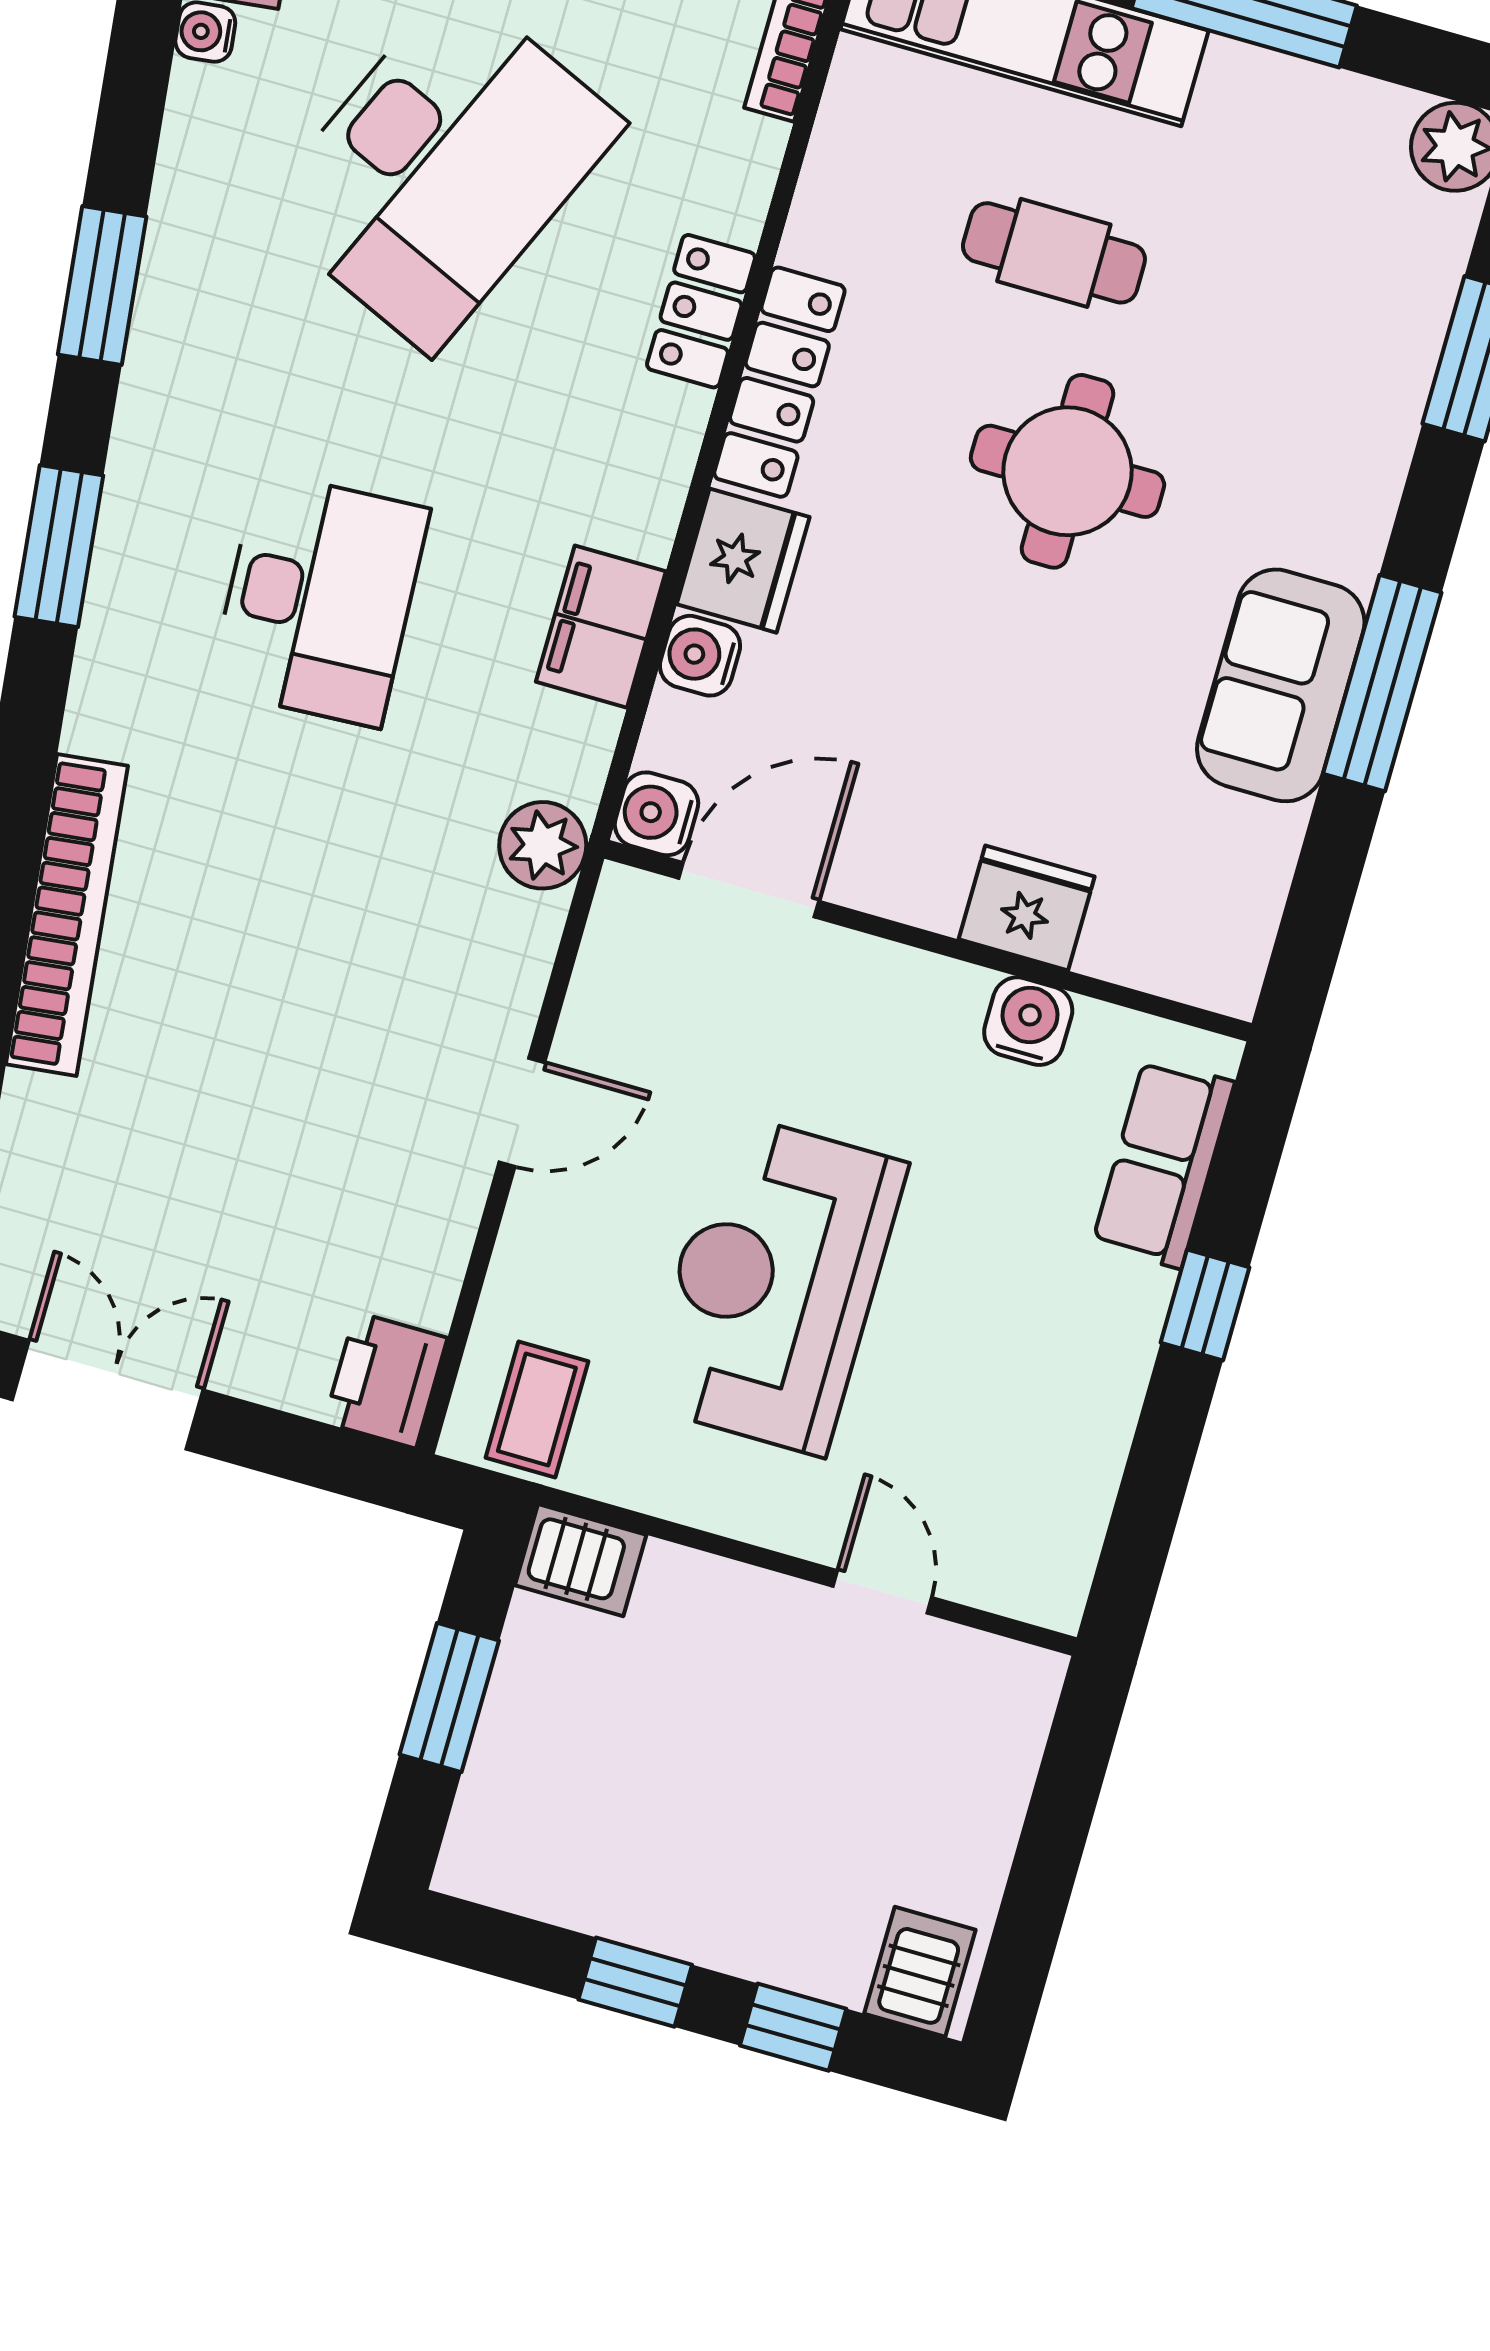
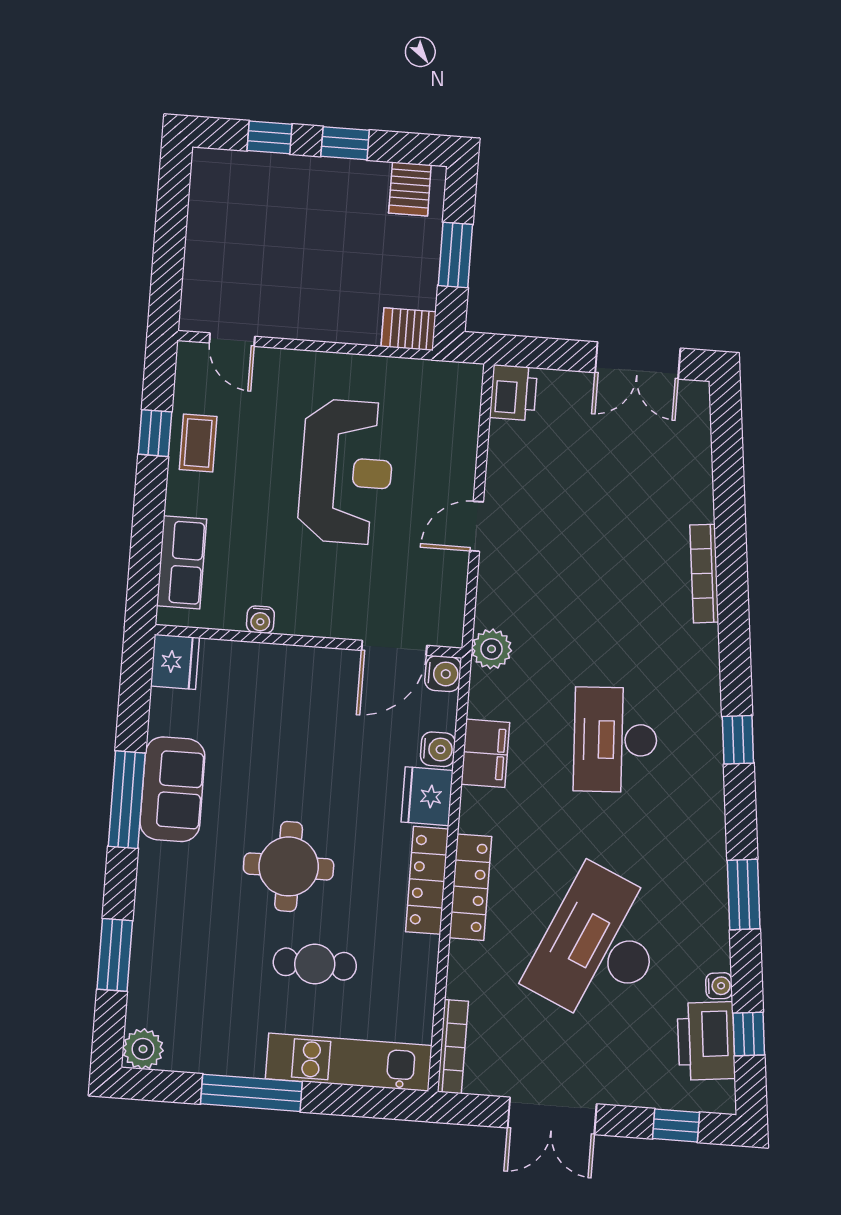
window: (102, 285) -> (744, 894), moved
locker: (701, 311) -> (470, 887), width x1.53
window: (59, 546) -> (738, 740), width x0.67
fridge: (1027, 908) -> (175, 662), moved, turned -90
bookcase: (67, 915) -> (704, 574), width x0.68, depth x0.76
water cooler: (1028, 1021) -> (260, 620), width x0.72, depth x0.72
window: (1205, 1305) -> (155, 433), moved
coffee table: (537, 1409) -> (198, 443), moved
door: (882, 1592) -> (232, 340), moved
server rack: (920, 1972) -> (410, 189), moved

